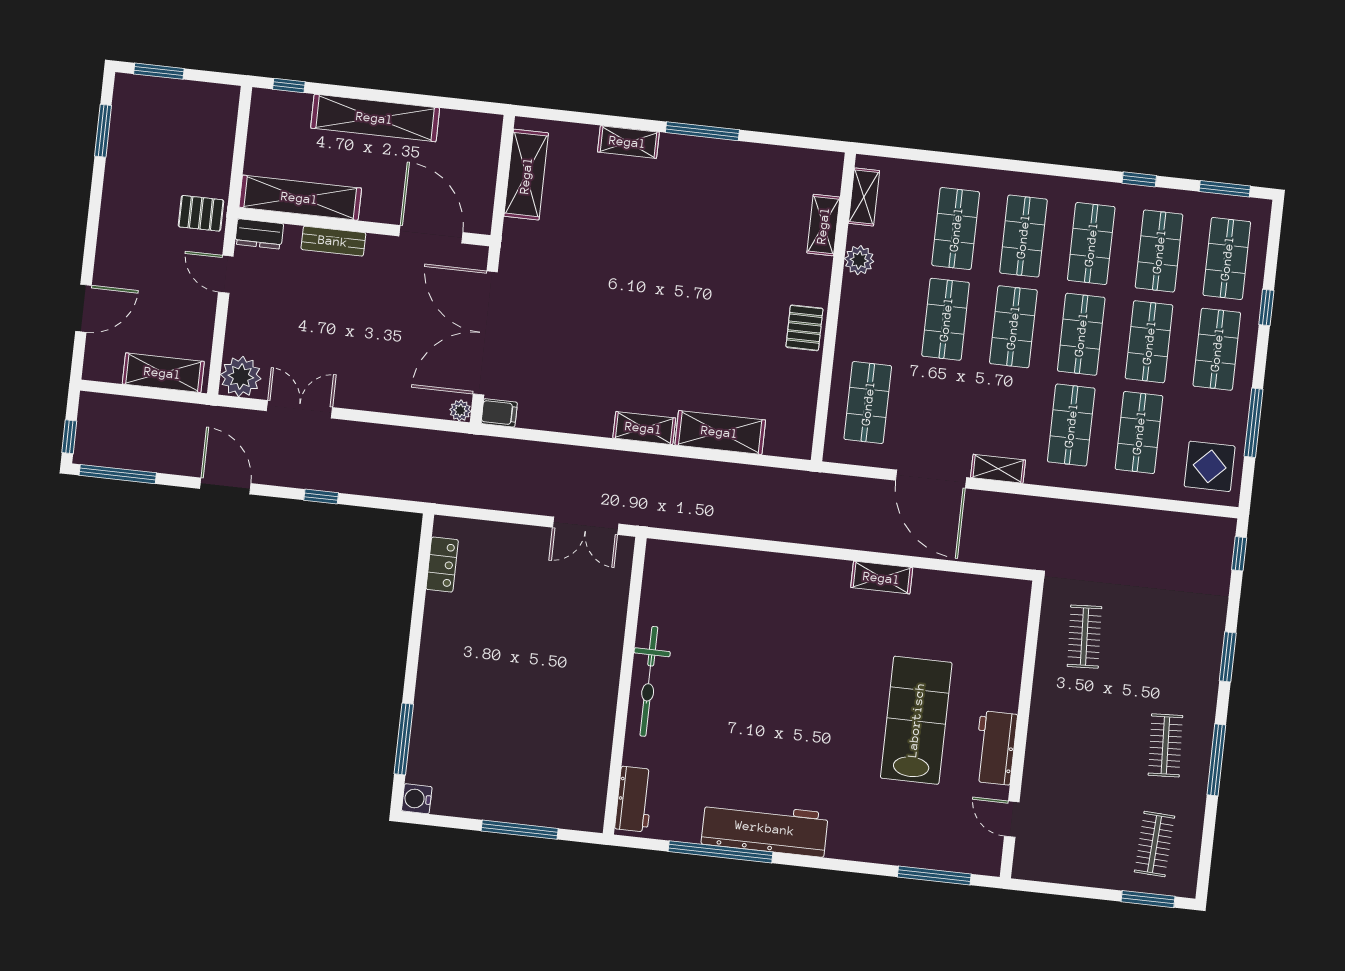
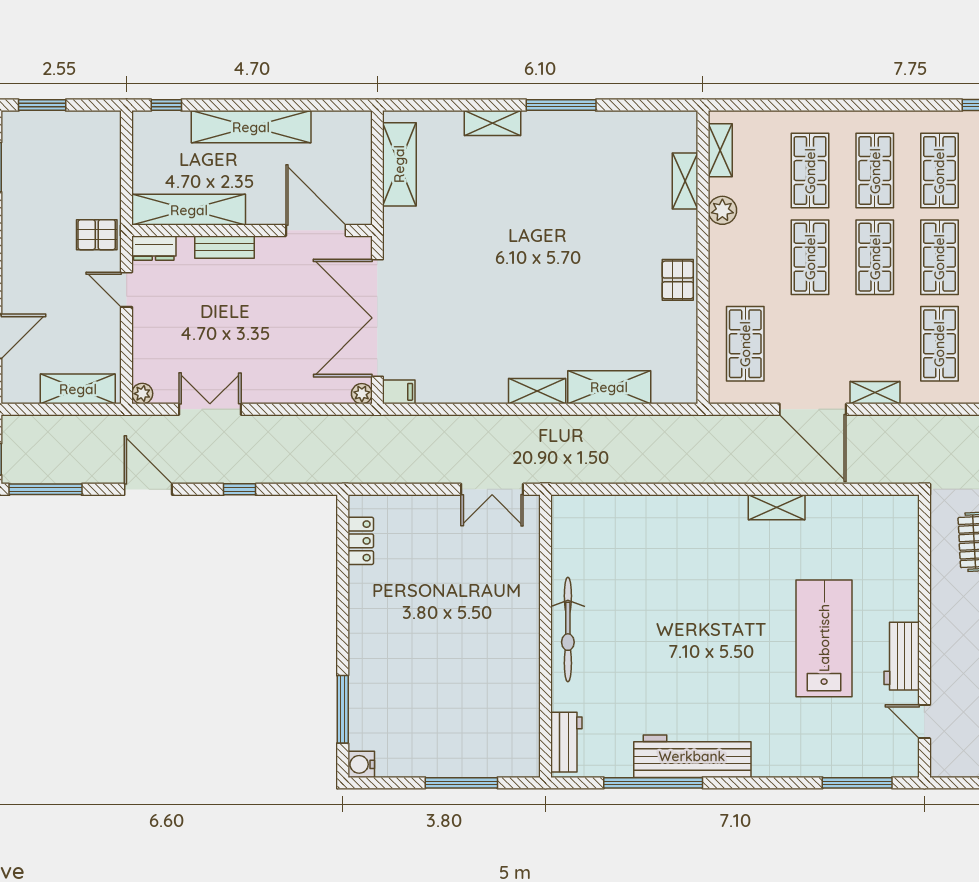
plant: (241, 377) -> (142, 394), width x0.53, depth x0.53

